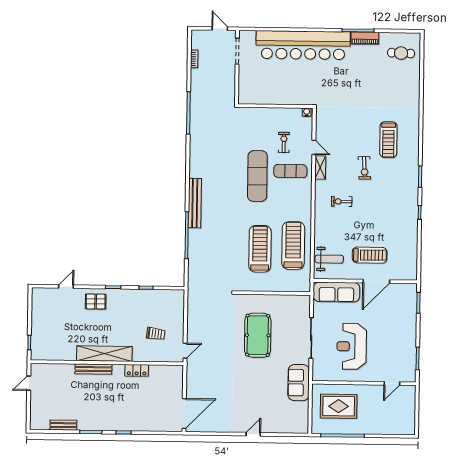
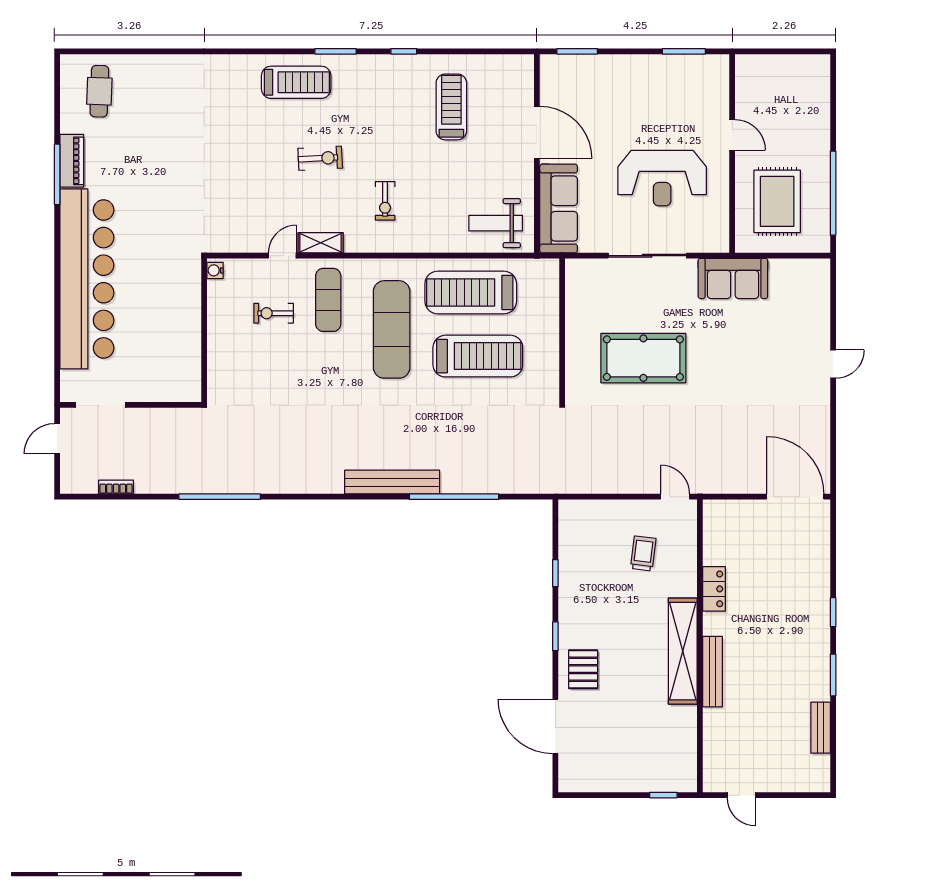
treadmill: (388, 140) -> (296, 82), moved
exercise mat: (257, 176) -> (392, 329), moved, turned 90
treadmill: (260, 249) -> (478, 356), turned 180
treadmill: (370, 255) -> (451, 107), moved
weight bench: (329, 259) -> (496, 223), turned -90
door: (66, 287) -> (555, 726), width x1.88
door: (392, 383) -> (732, 135), moved
door: (253, 434) -> (833, 364), swing flipped

